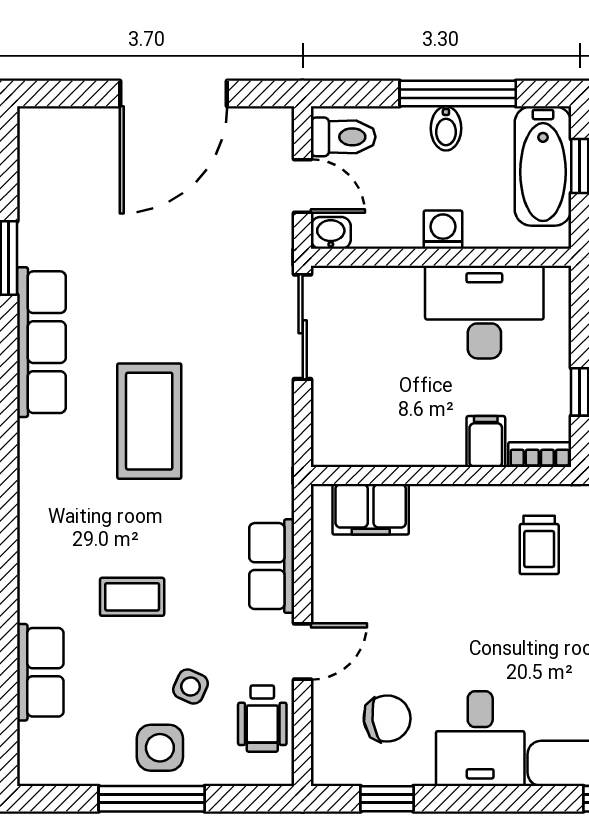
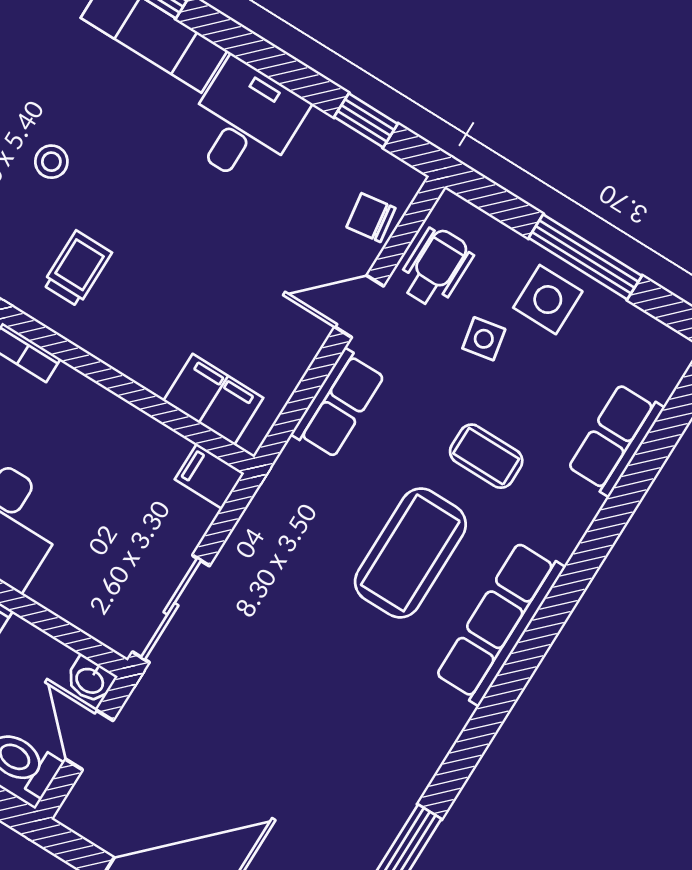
row of seats: (41, 342) -> (500, 623), moved
coffee table: (149, 421) -> (410, 553), moved
filing cabinet: (486, 442) -> (210, 476), moved, turned 90
side table: (191, 687) -> (484, 339), turned -35
chair: (387, 719) -> (371, 218), moved, width x0.73, depth x0.73

